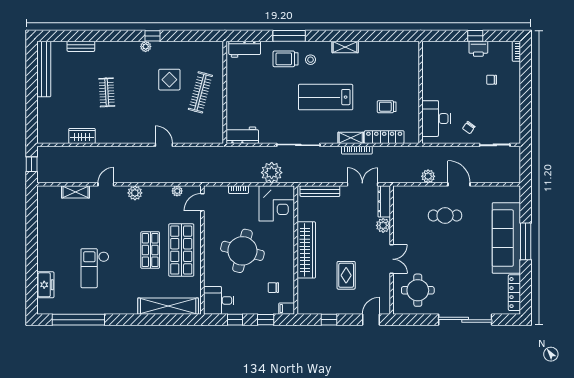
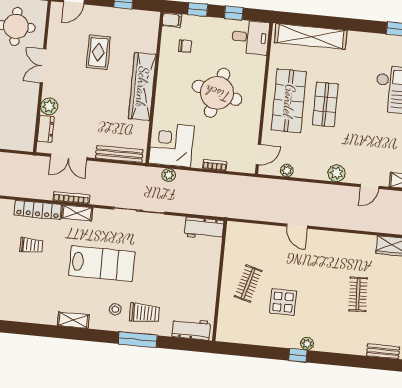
clothes rail: (200, 92) -> (248, 284), width x0.73
plant: (272, 173) -> (169, 175), width x0.53, depth x0.53
dresser: (384, 201) -> (46, 129), width x0.70

